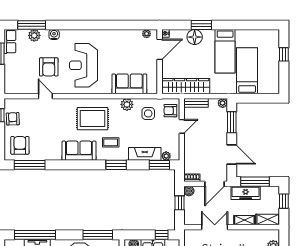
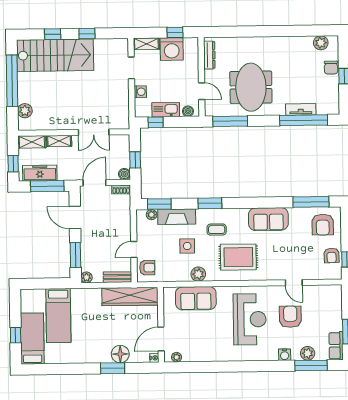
bed: (225, 51) -> (32, 339), moved
side table: (148, 113) -> (187, 246), moved
sofa: (79, 151) -> (268, 219), moved
freezer: (246, 193) -> (40, 173), moved

